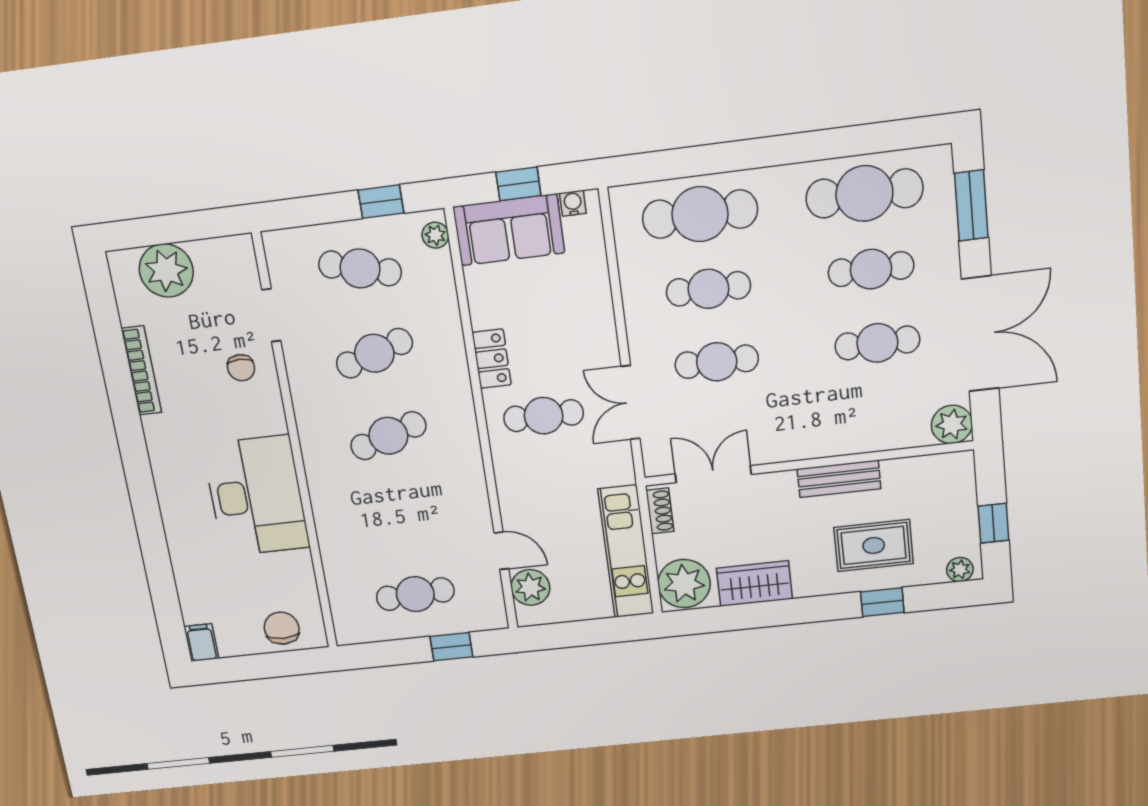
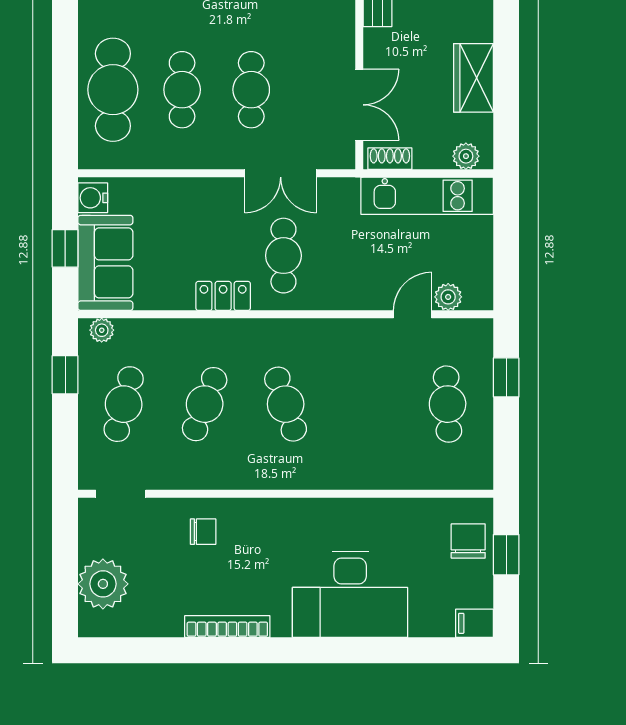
water cooler: (573, 203) -> (93, 198), width x1.38, depth x1.38
doorway: (271, 315) -> (121, 494), moved
cafe table: (374, 353) -> (205, 404), turned 39
bookcase: (141, 371) -> (227, 627), moved
double door: (713, 474) -> (359, 105), swing flipped
desk: (256, 496) -> (350, 594), moved, turned 180
plant: (684, 584) -> (466, 156), width x0.53, depth x0.53
plant: (530, 587) -> (448, 297), width x0.73, depth x0.73
chair: (282, 628) -> (468, 541), turned 90
window: (275, 665) -> (506, 555), added

